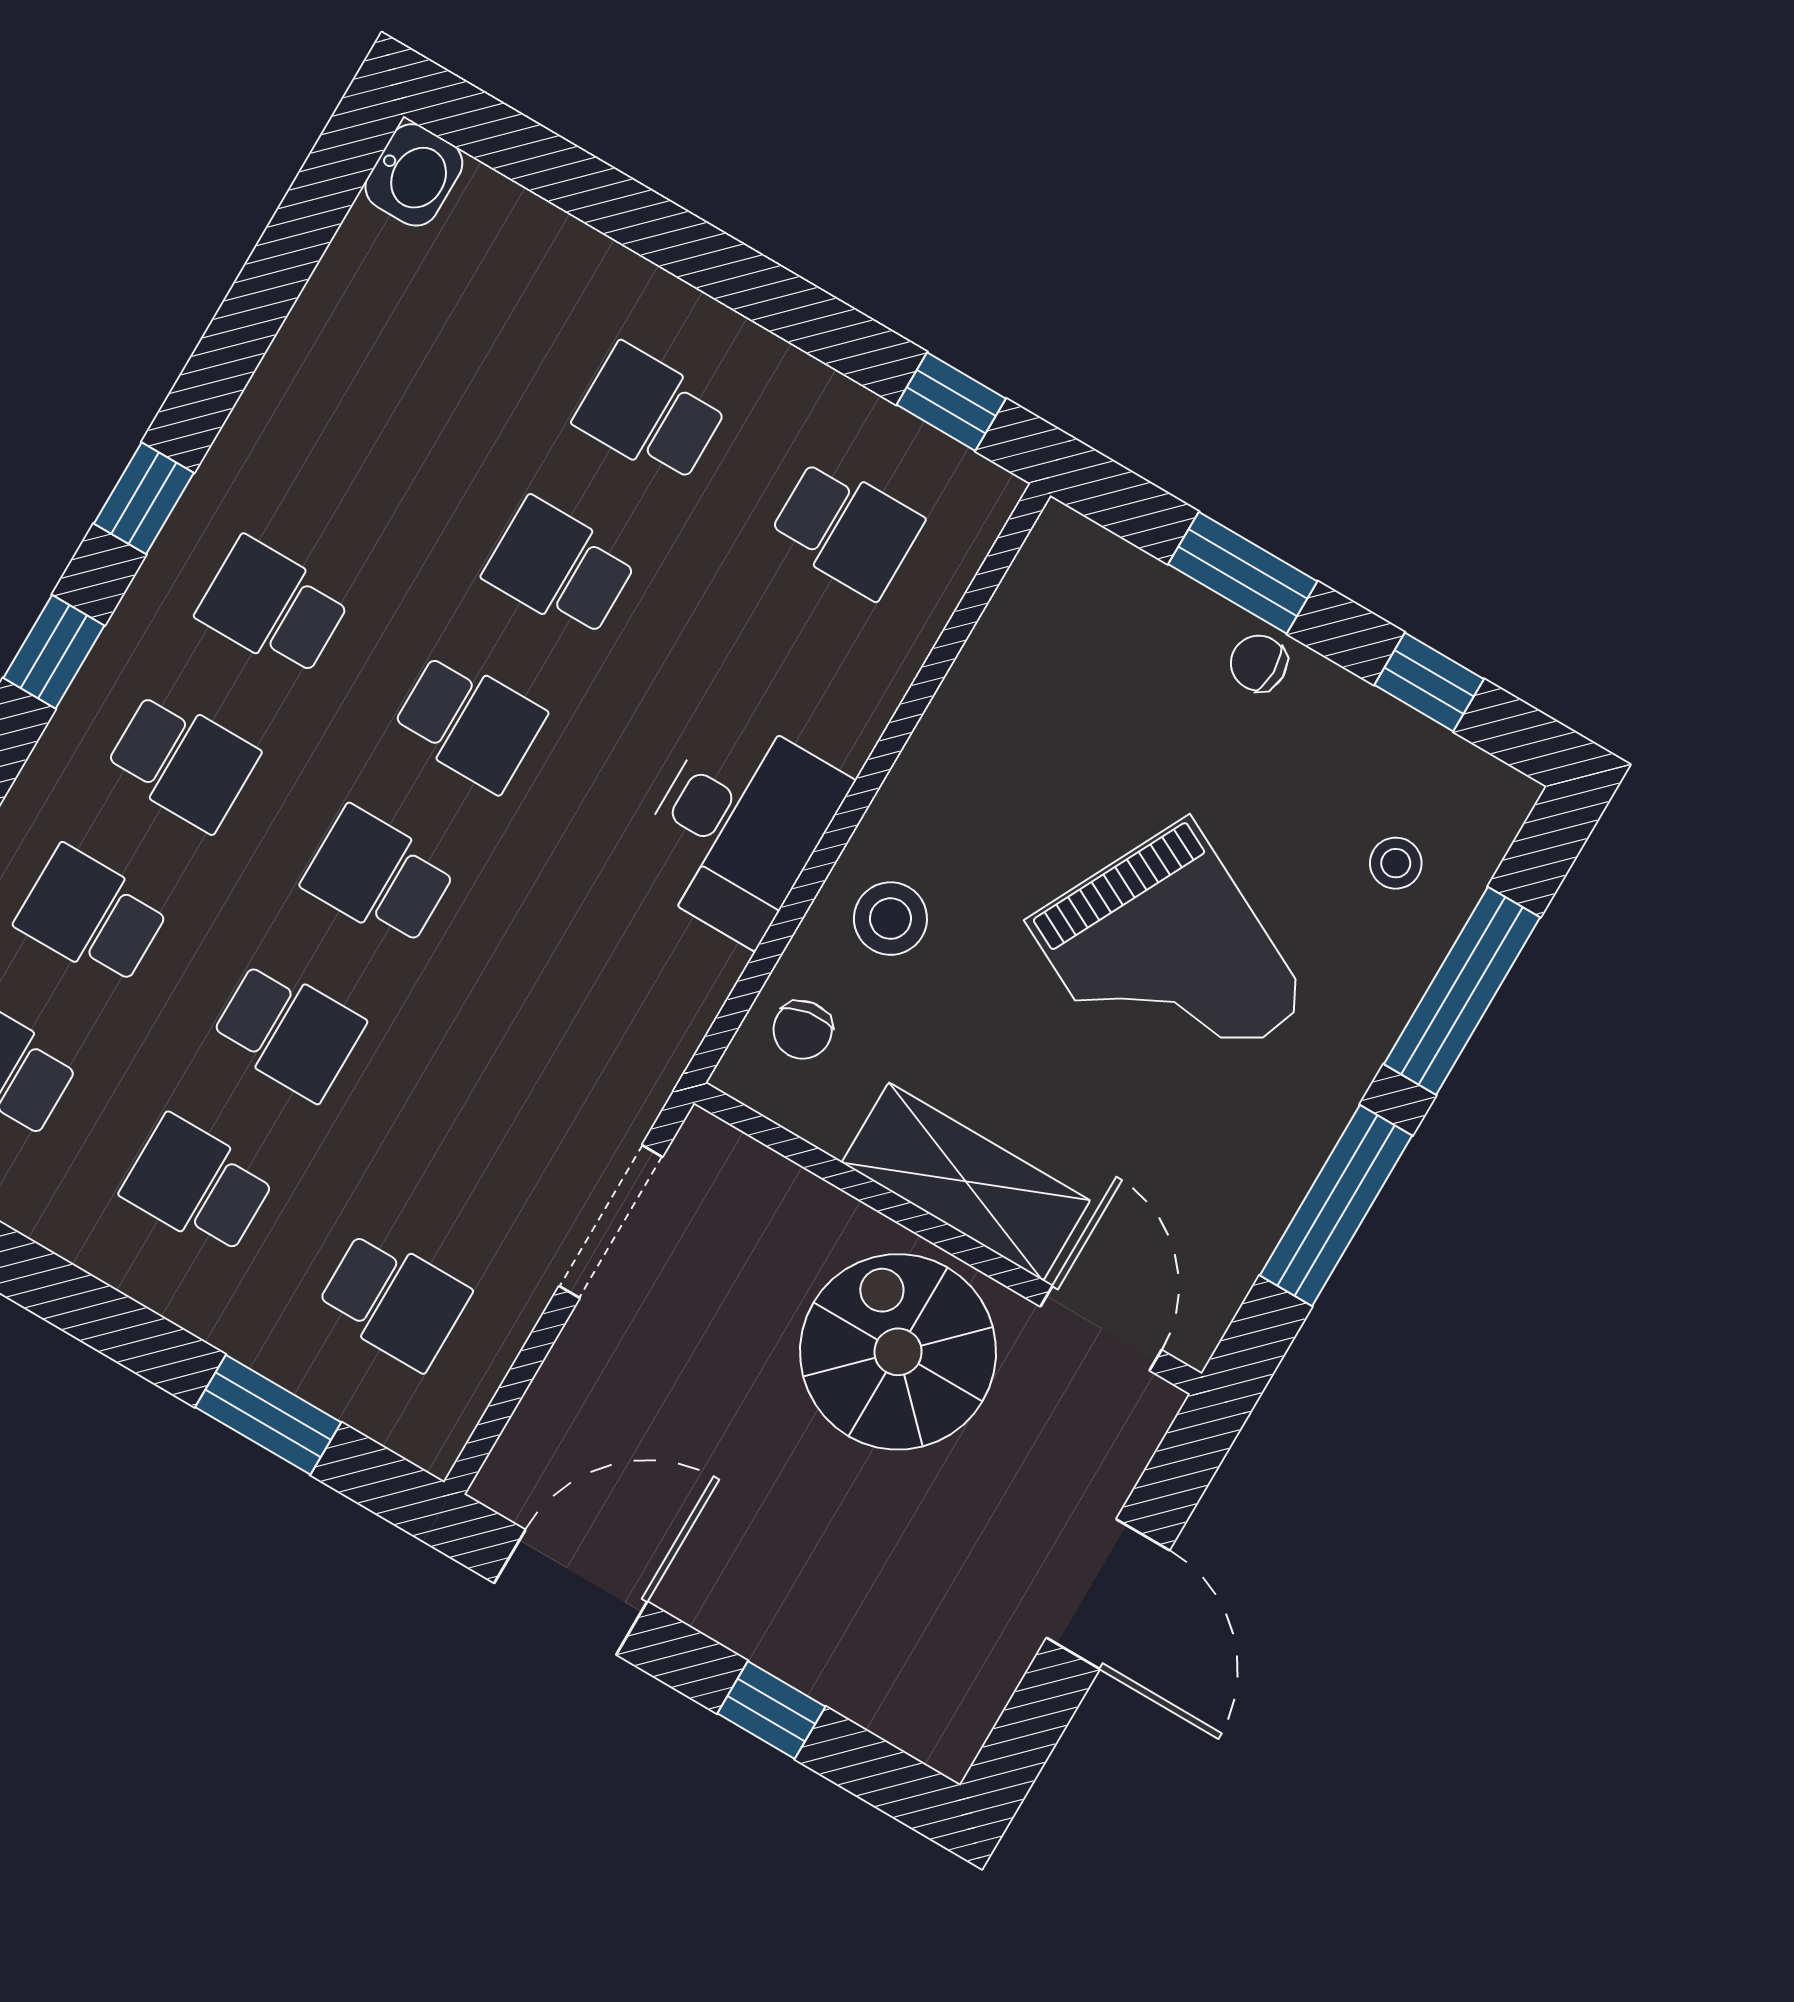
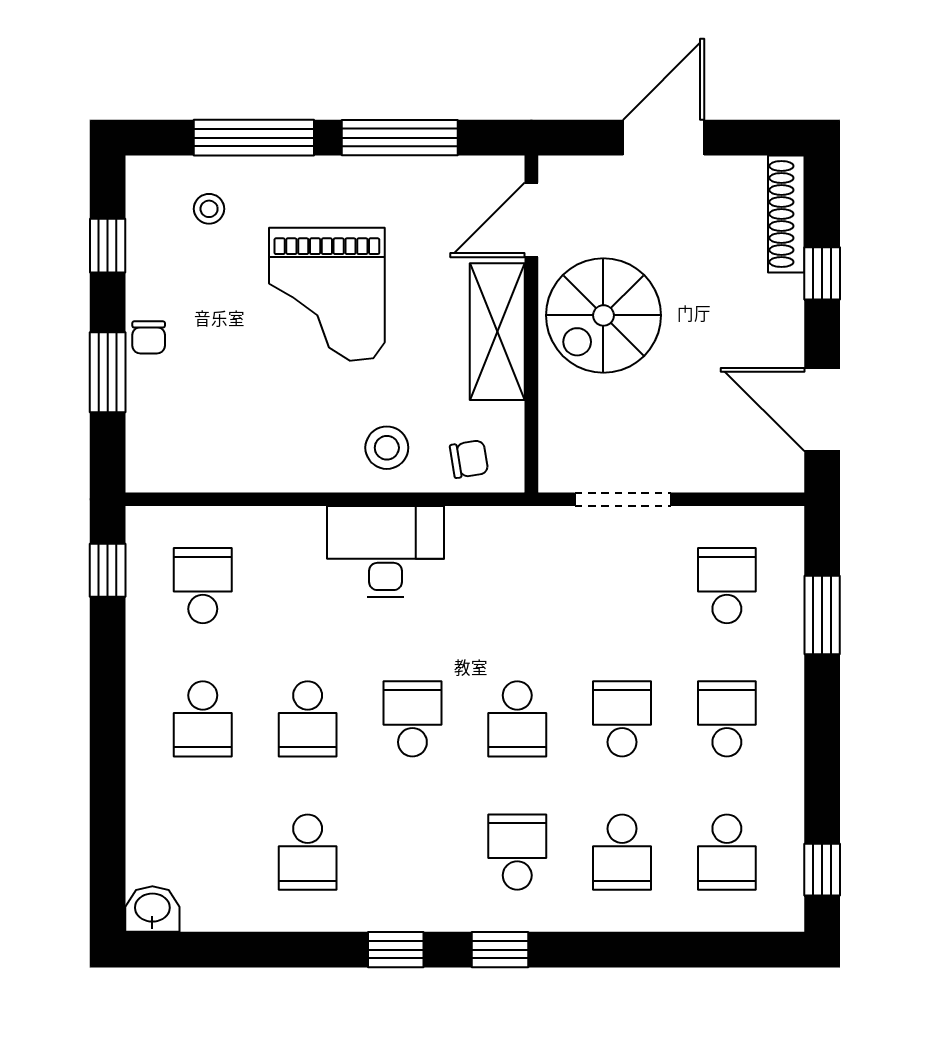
school desk: (273, 607) -> (308, 852), moved
grand piano: (1168, 963) -> (327, 294), turned 153
school desk: (198, 1185) -> (727, 719), turned 180
shoe rack: (890, 1708) -> (786, 214), added

